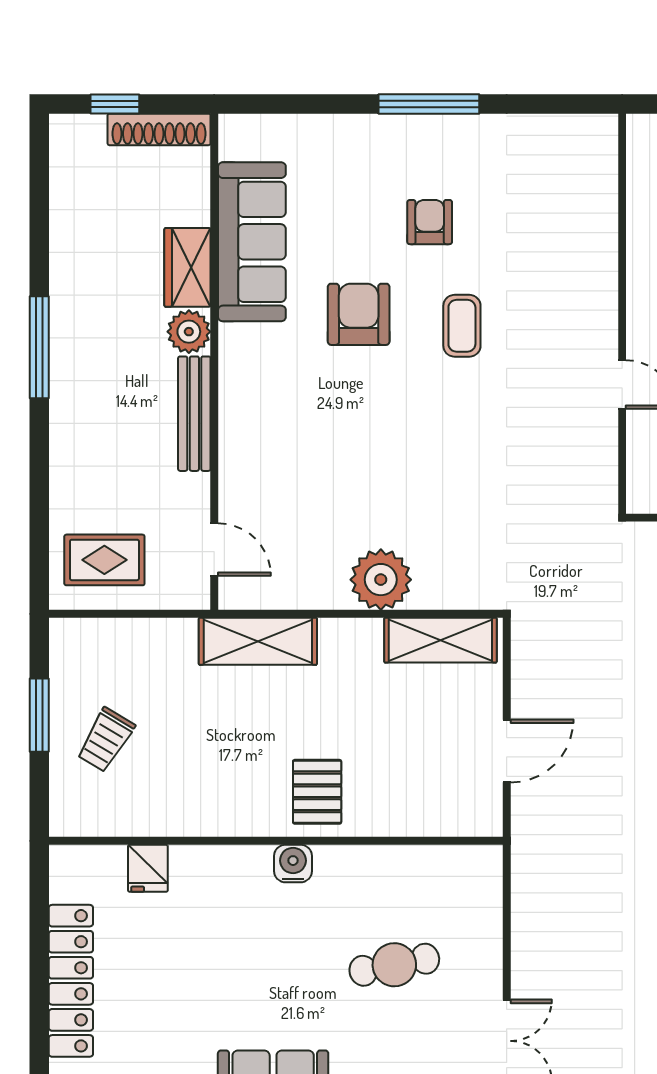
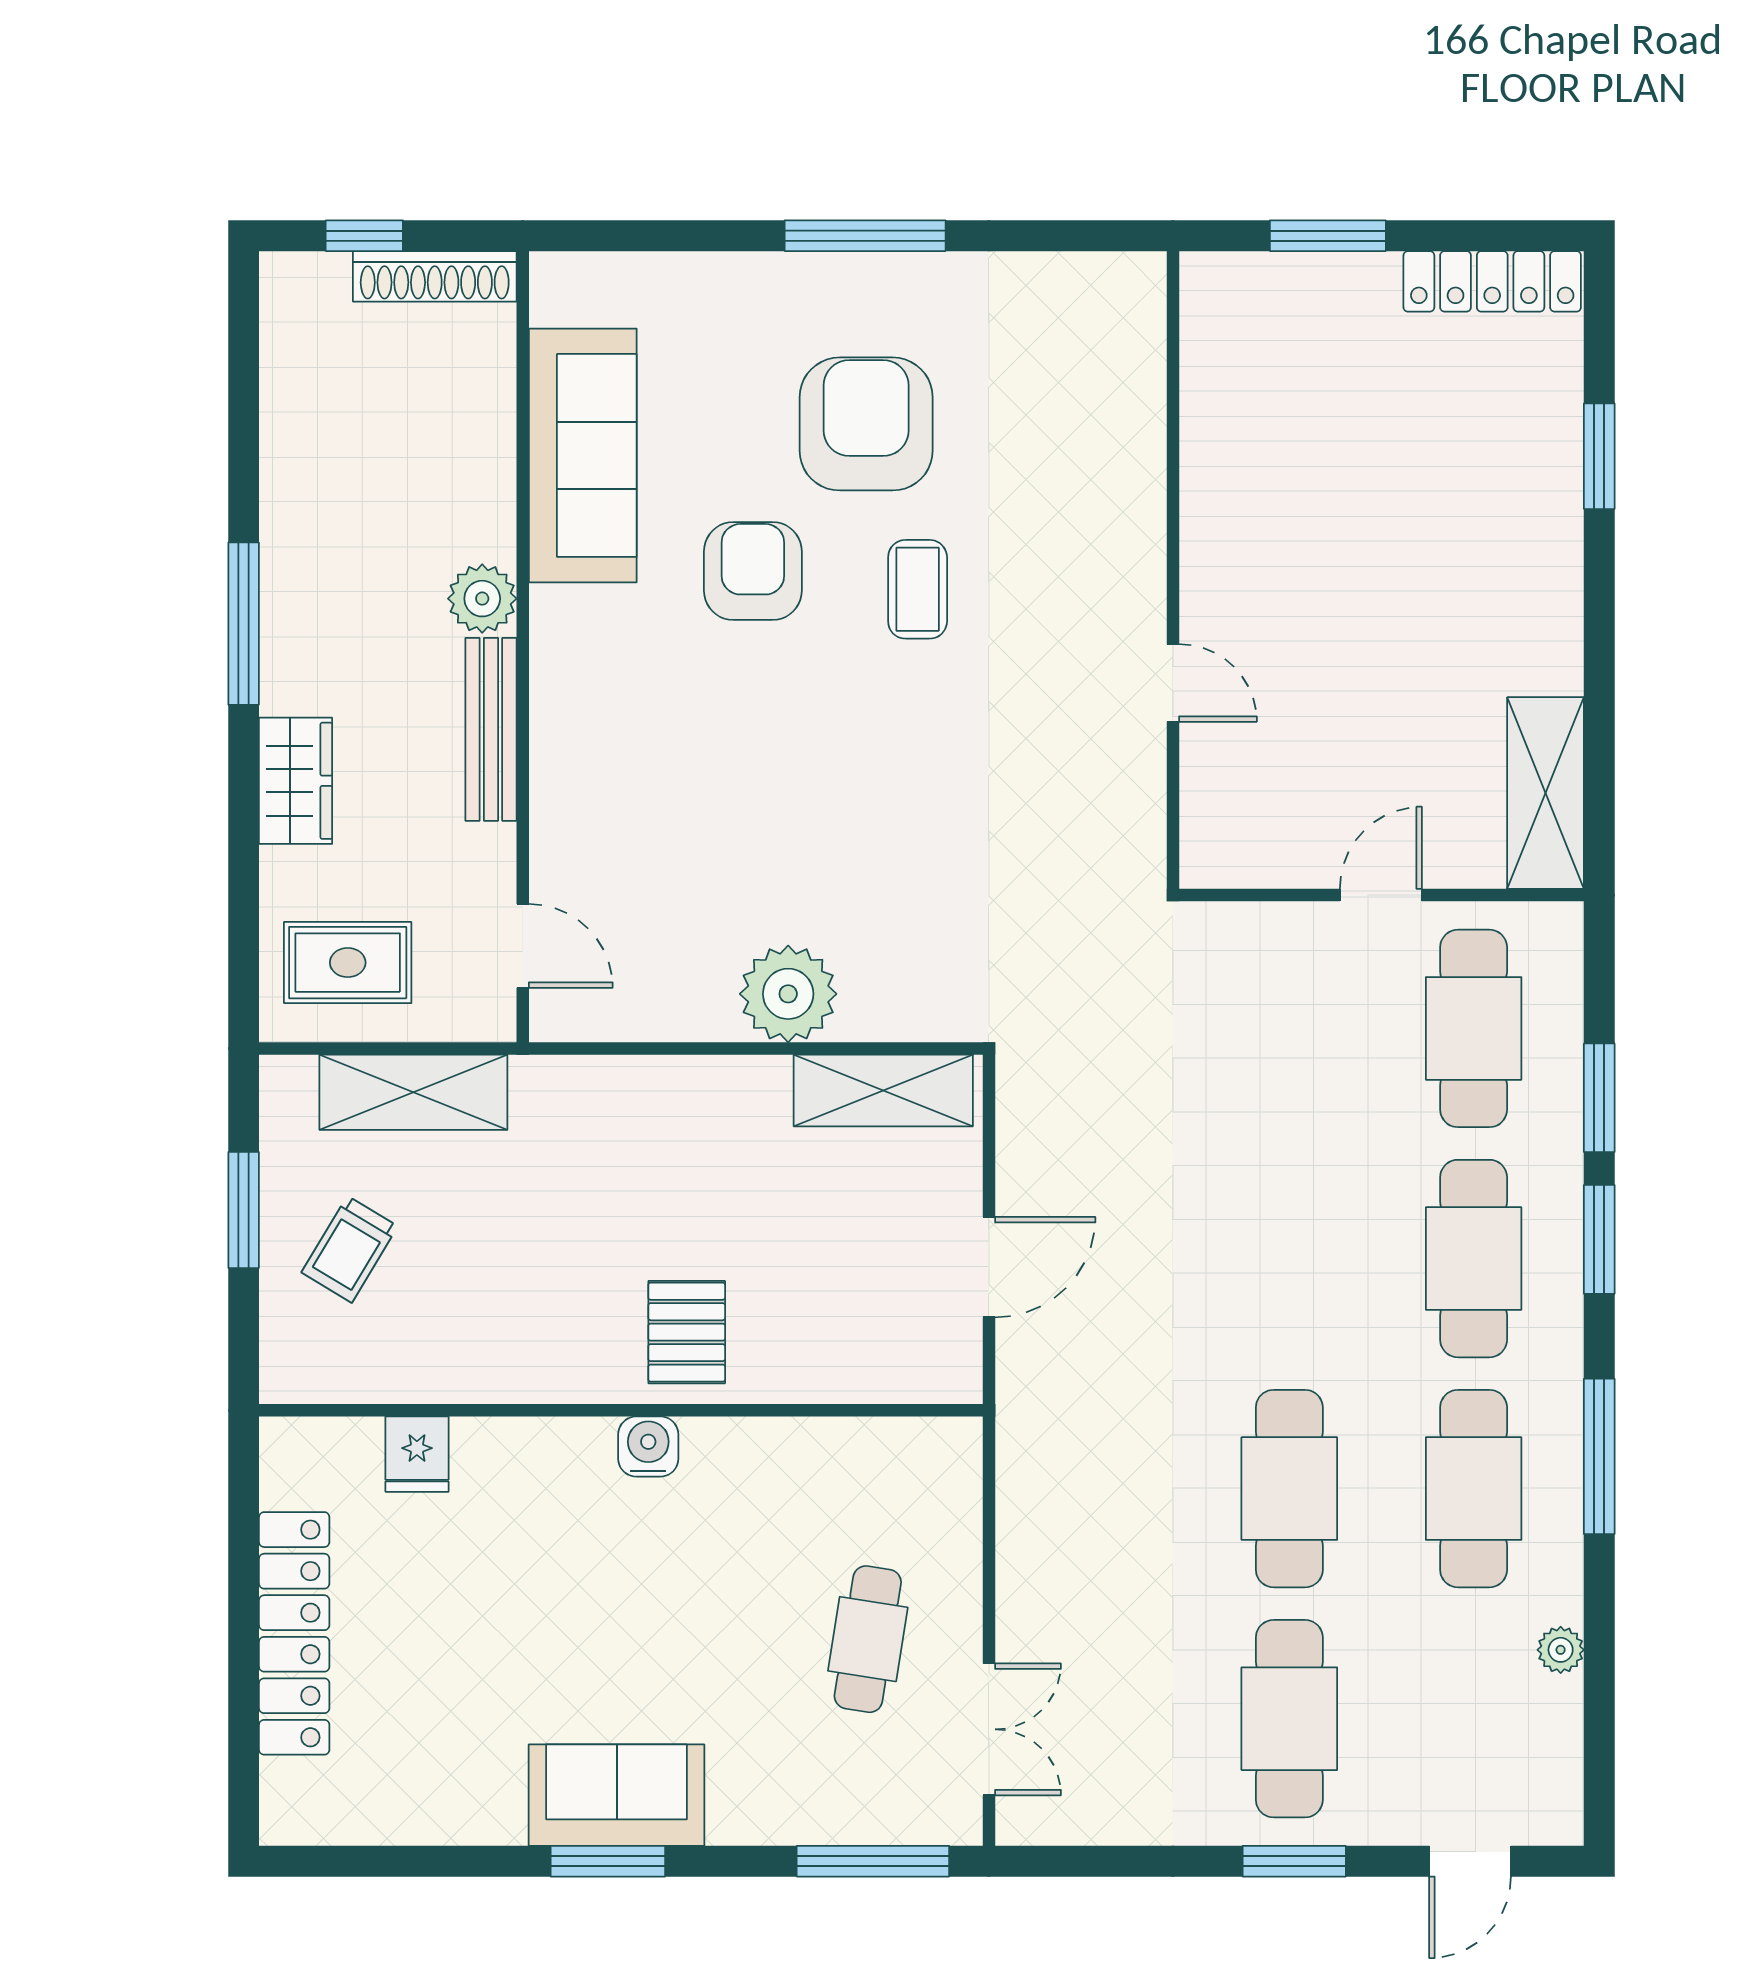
armchair: (430, 222) -> (866, 424), width x1.88, depth x1.88
wardrobe: (187, 267) -> (296, 781), moved, turned 180
shelving: (258, 641) -> (413, 1092), moved
cafe table: (394, 965) -> (868, 1639), moved, turned -70

